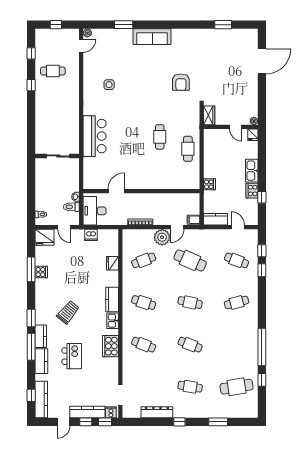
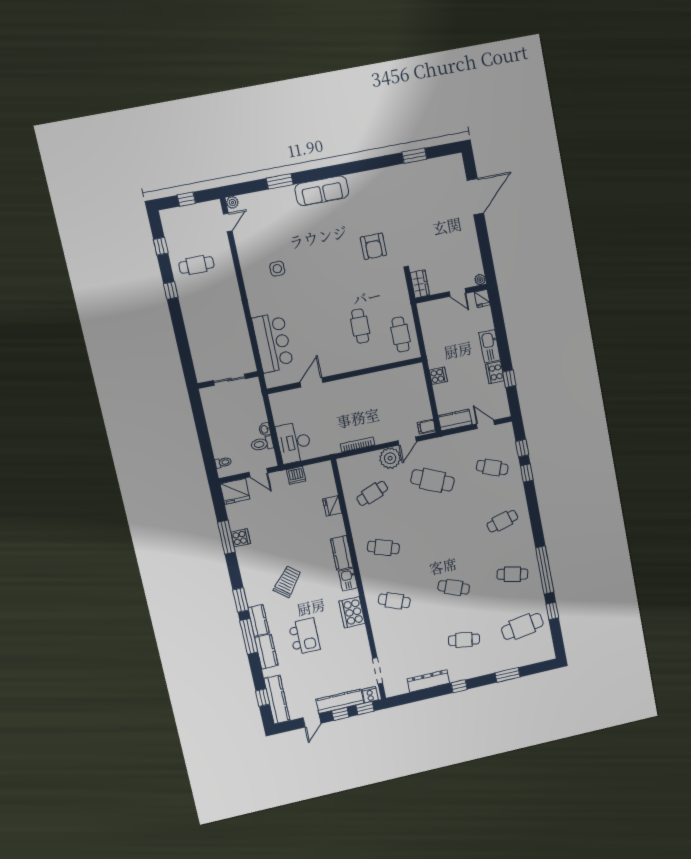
door: (116, 191) -> (311, 382), moved
wall: (141, 191) -> (345, 375), moved
cafe table: (190, 303) -> (512, 574), moved

